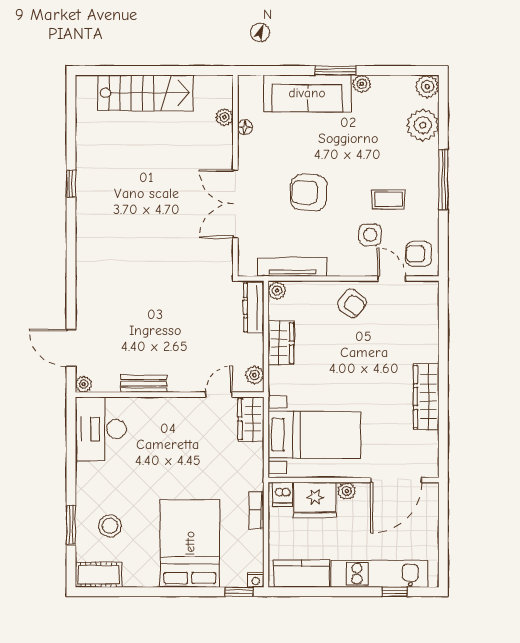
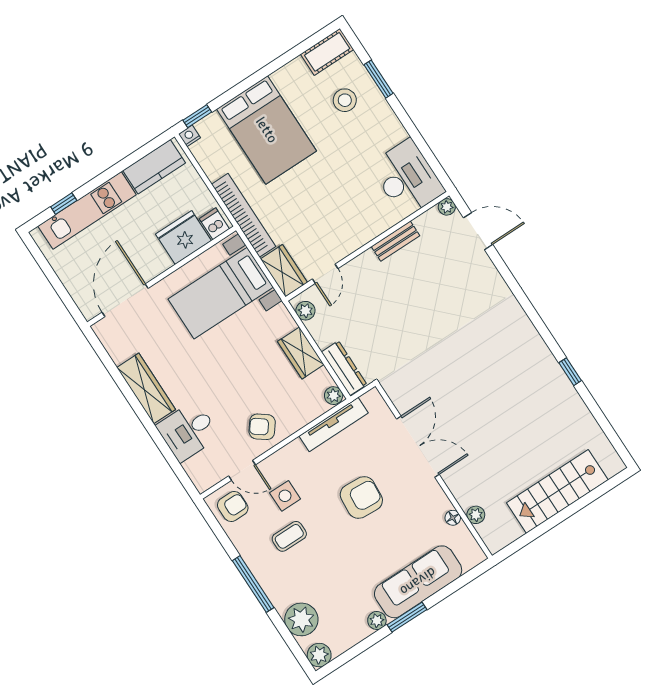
desk: (415, 339) -> (188, 431), added
plant: (347, 491) -> (161, 263), removed
bookcase: (256, 510) -> (244, 215), width x2.31, depth x1.31

